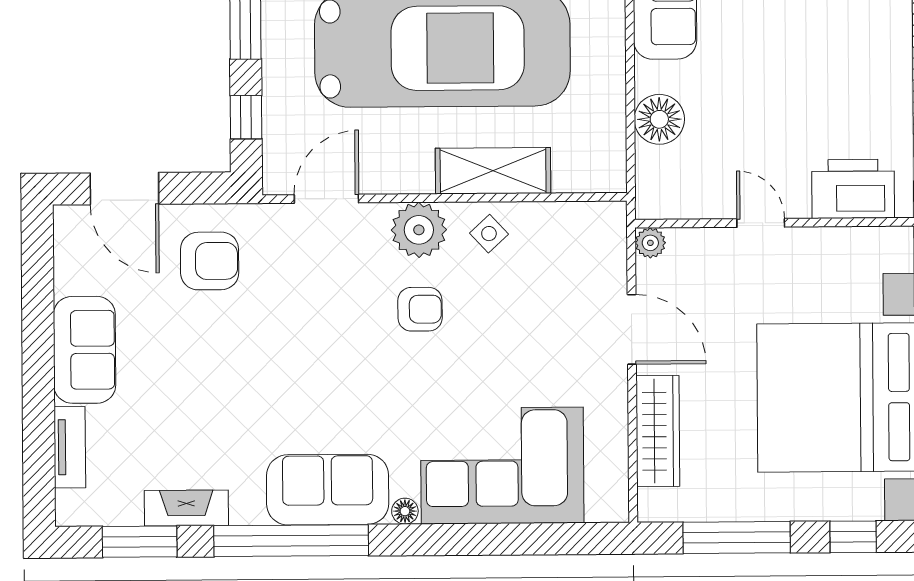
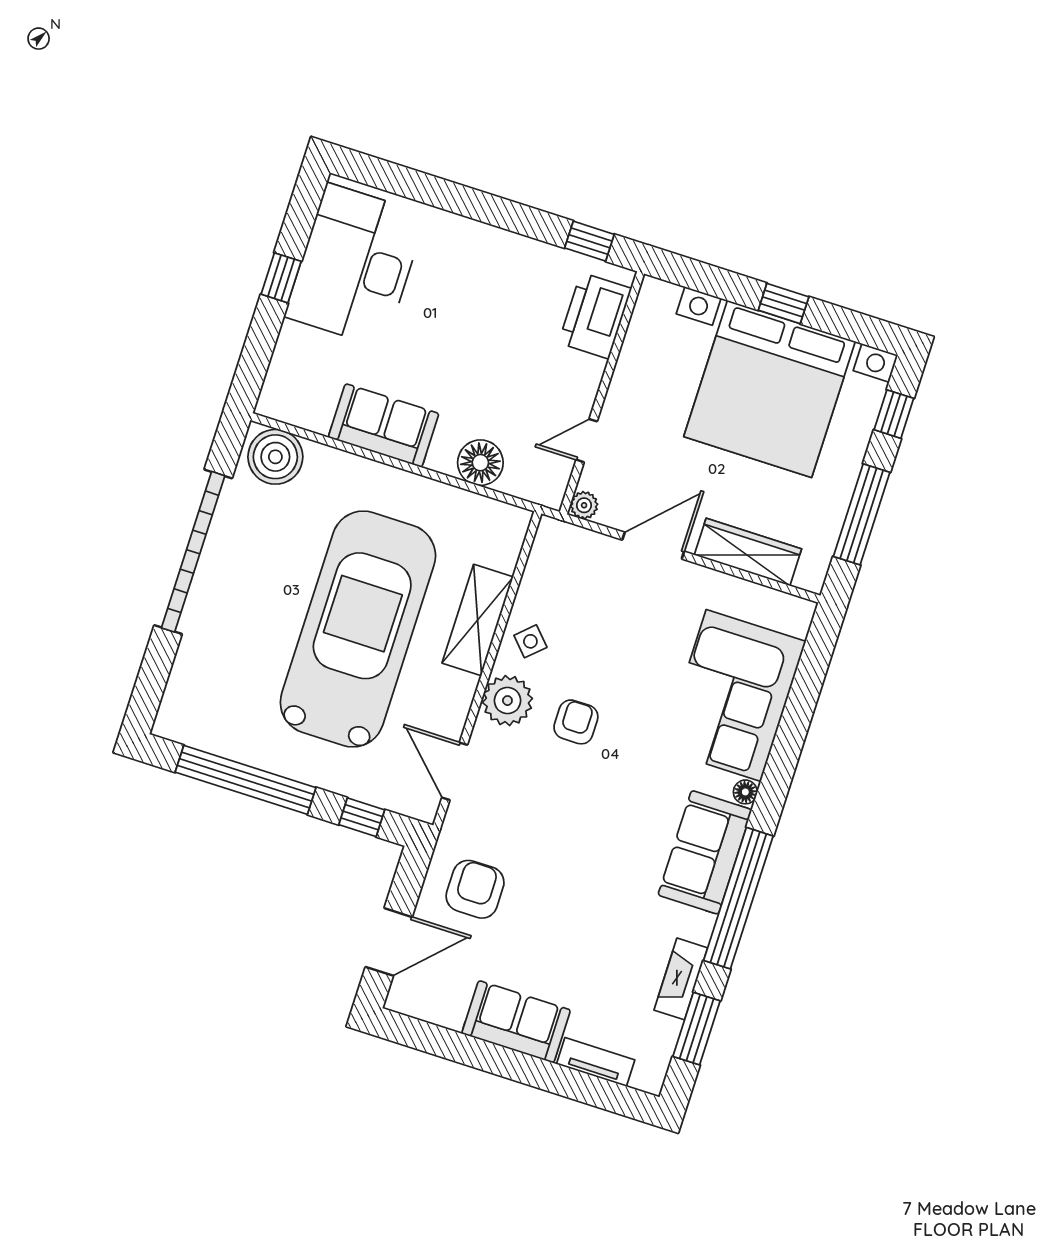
door: (761, 223) -> (587, 441), moved

